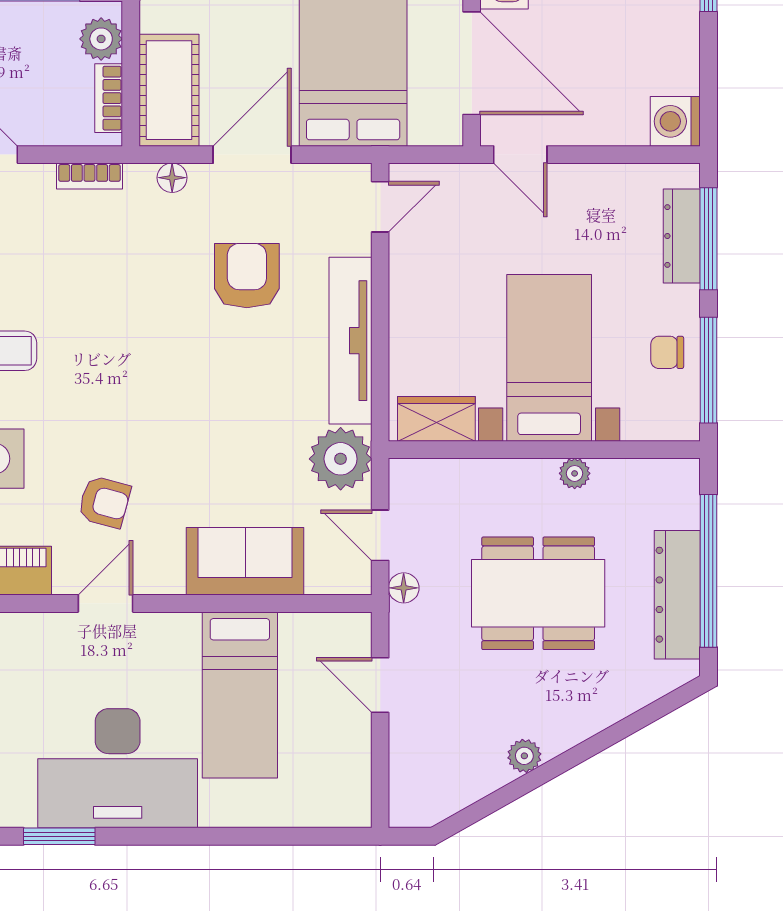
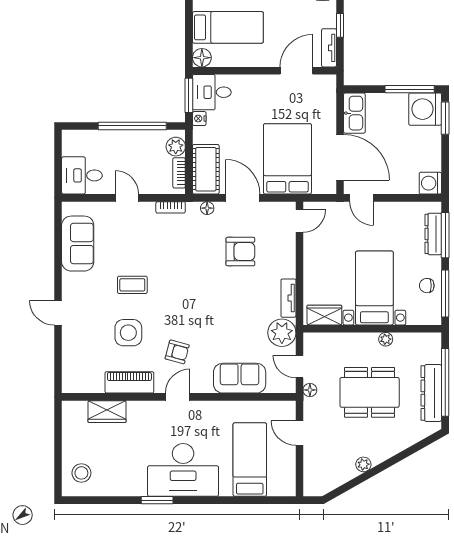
door: (252, 155) -> (243, 198), hinge flipped
armchair: (247, 276) -> (240, 252), turned 90
tv unit: (351, 341) -> (288, 298), width x0.52, depth x0.78
bed: (240, 695) -> (250, 460), moved, turned 180

